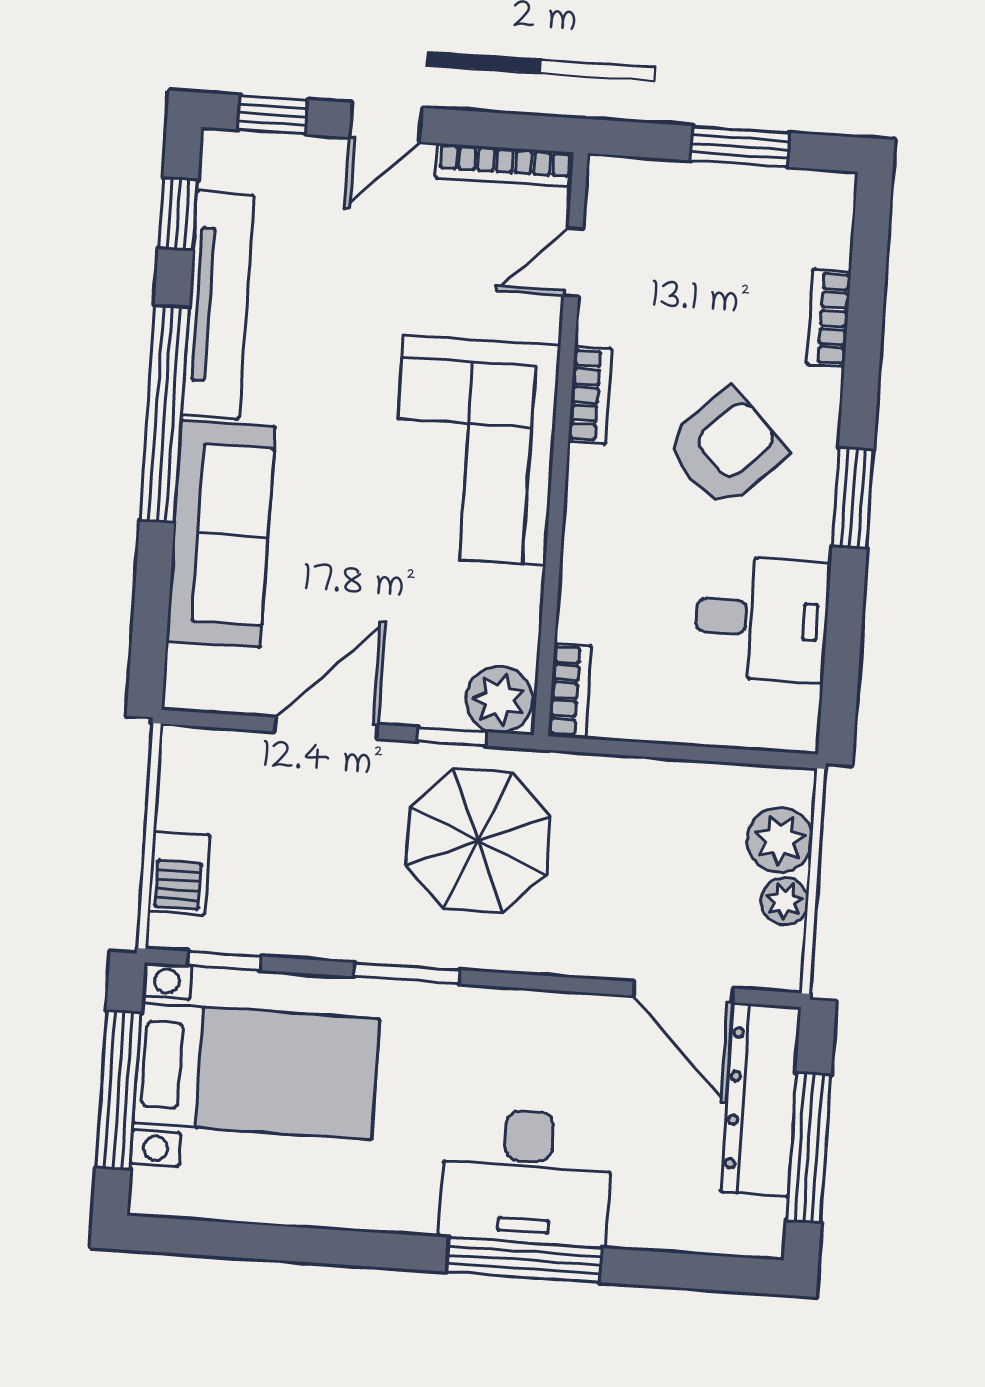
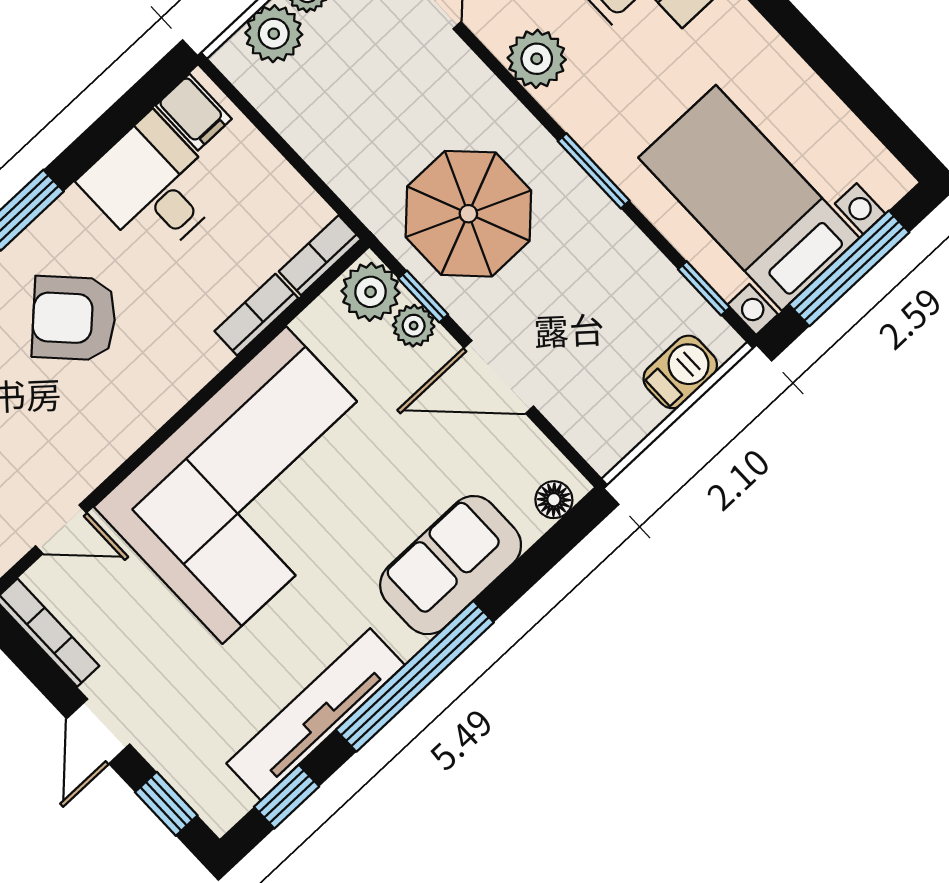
door: (386, 122) -> (98, 731), swing flipped
bookcase: (590, 395) -> (256, 315), moved
corner sofa: (475, 451) -> (254, 485), width x1.36, depth x1.36
sofa: (221, 534) -> (451, 565), width x0.73
floor lamp: (185, 668) -> (554, 500), added
plant: (437, 705) -> (414, 326), added
filing cabinet: (786, 712) -> (194, 112), added
plant: (541, 1023) -> (537, 59), added

